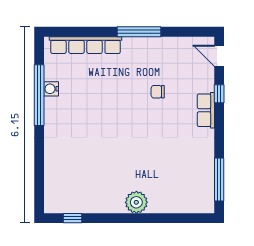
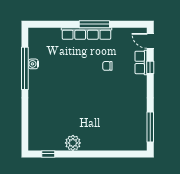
row of seats: (86, 45) -> (86, 33), moved
row of seats: (206, 110) -> (141, 62), moved
plant: (136, 202) -> (73, 143), moved

